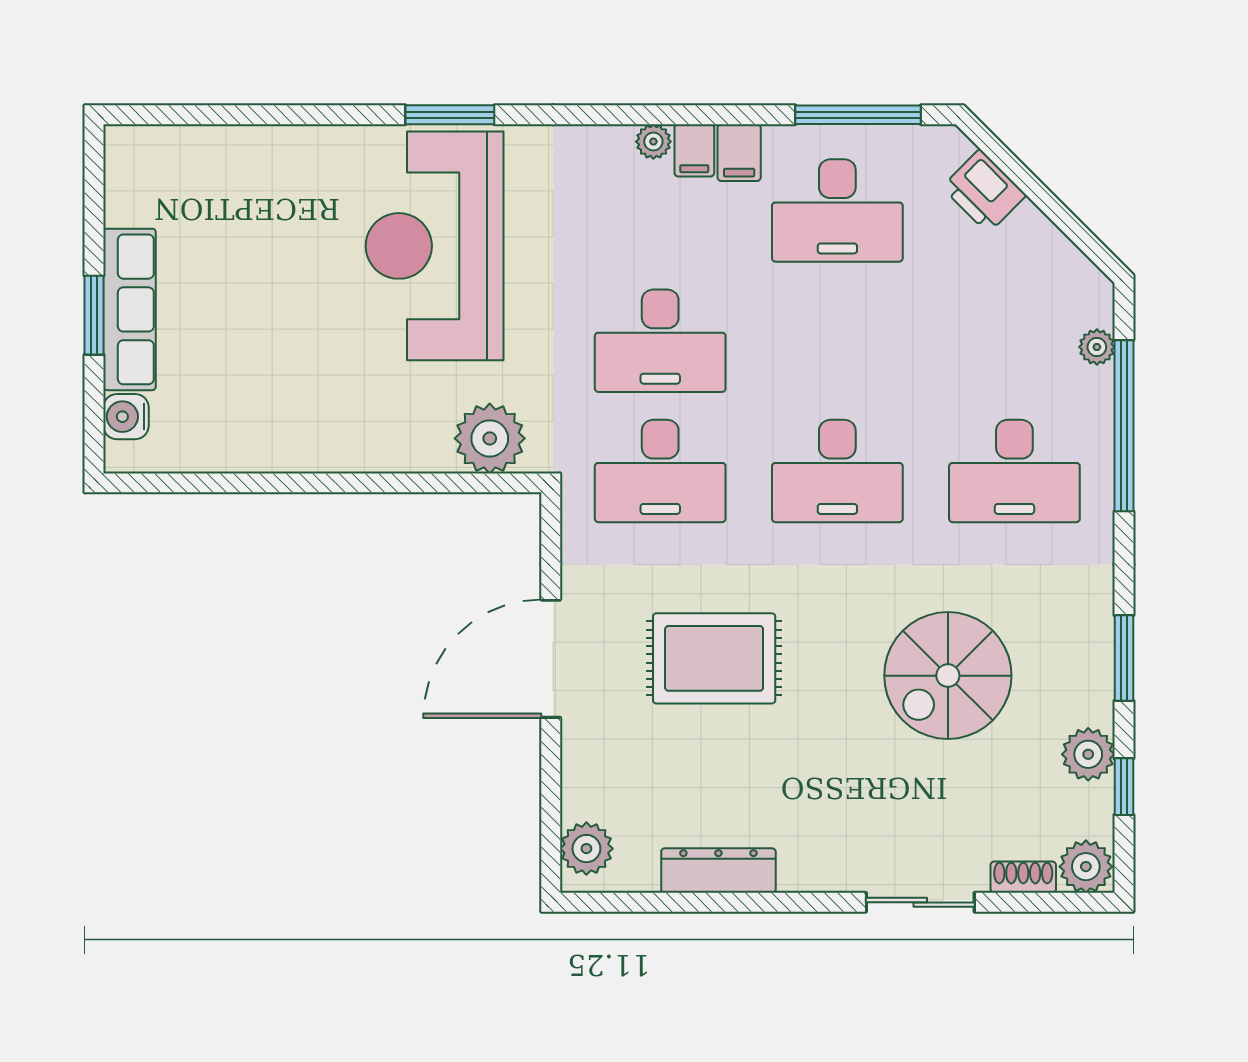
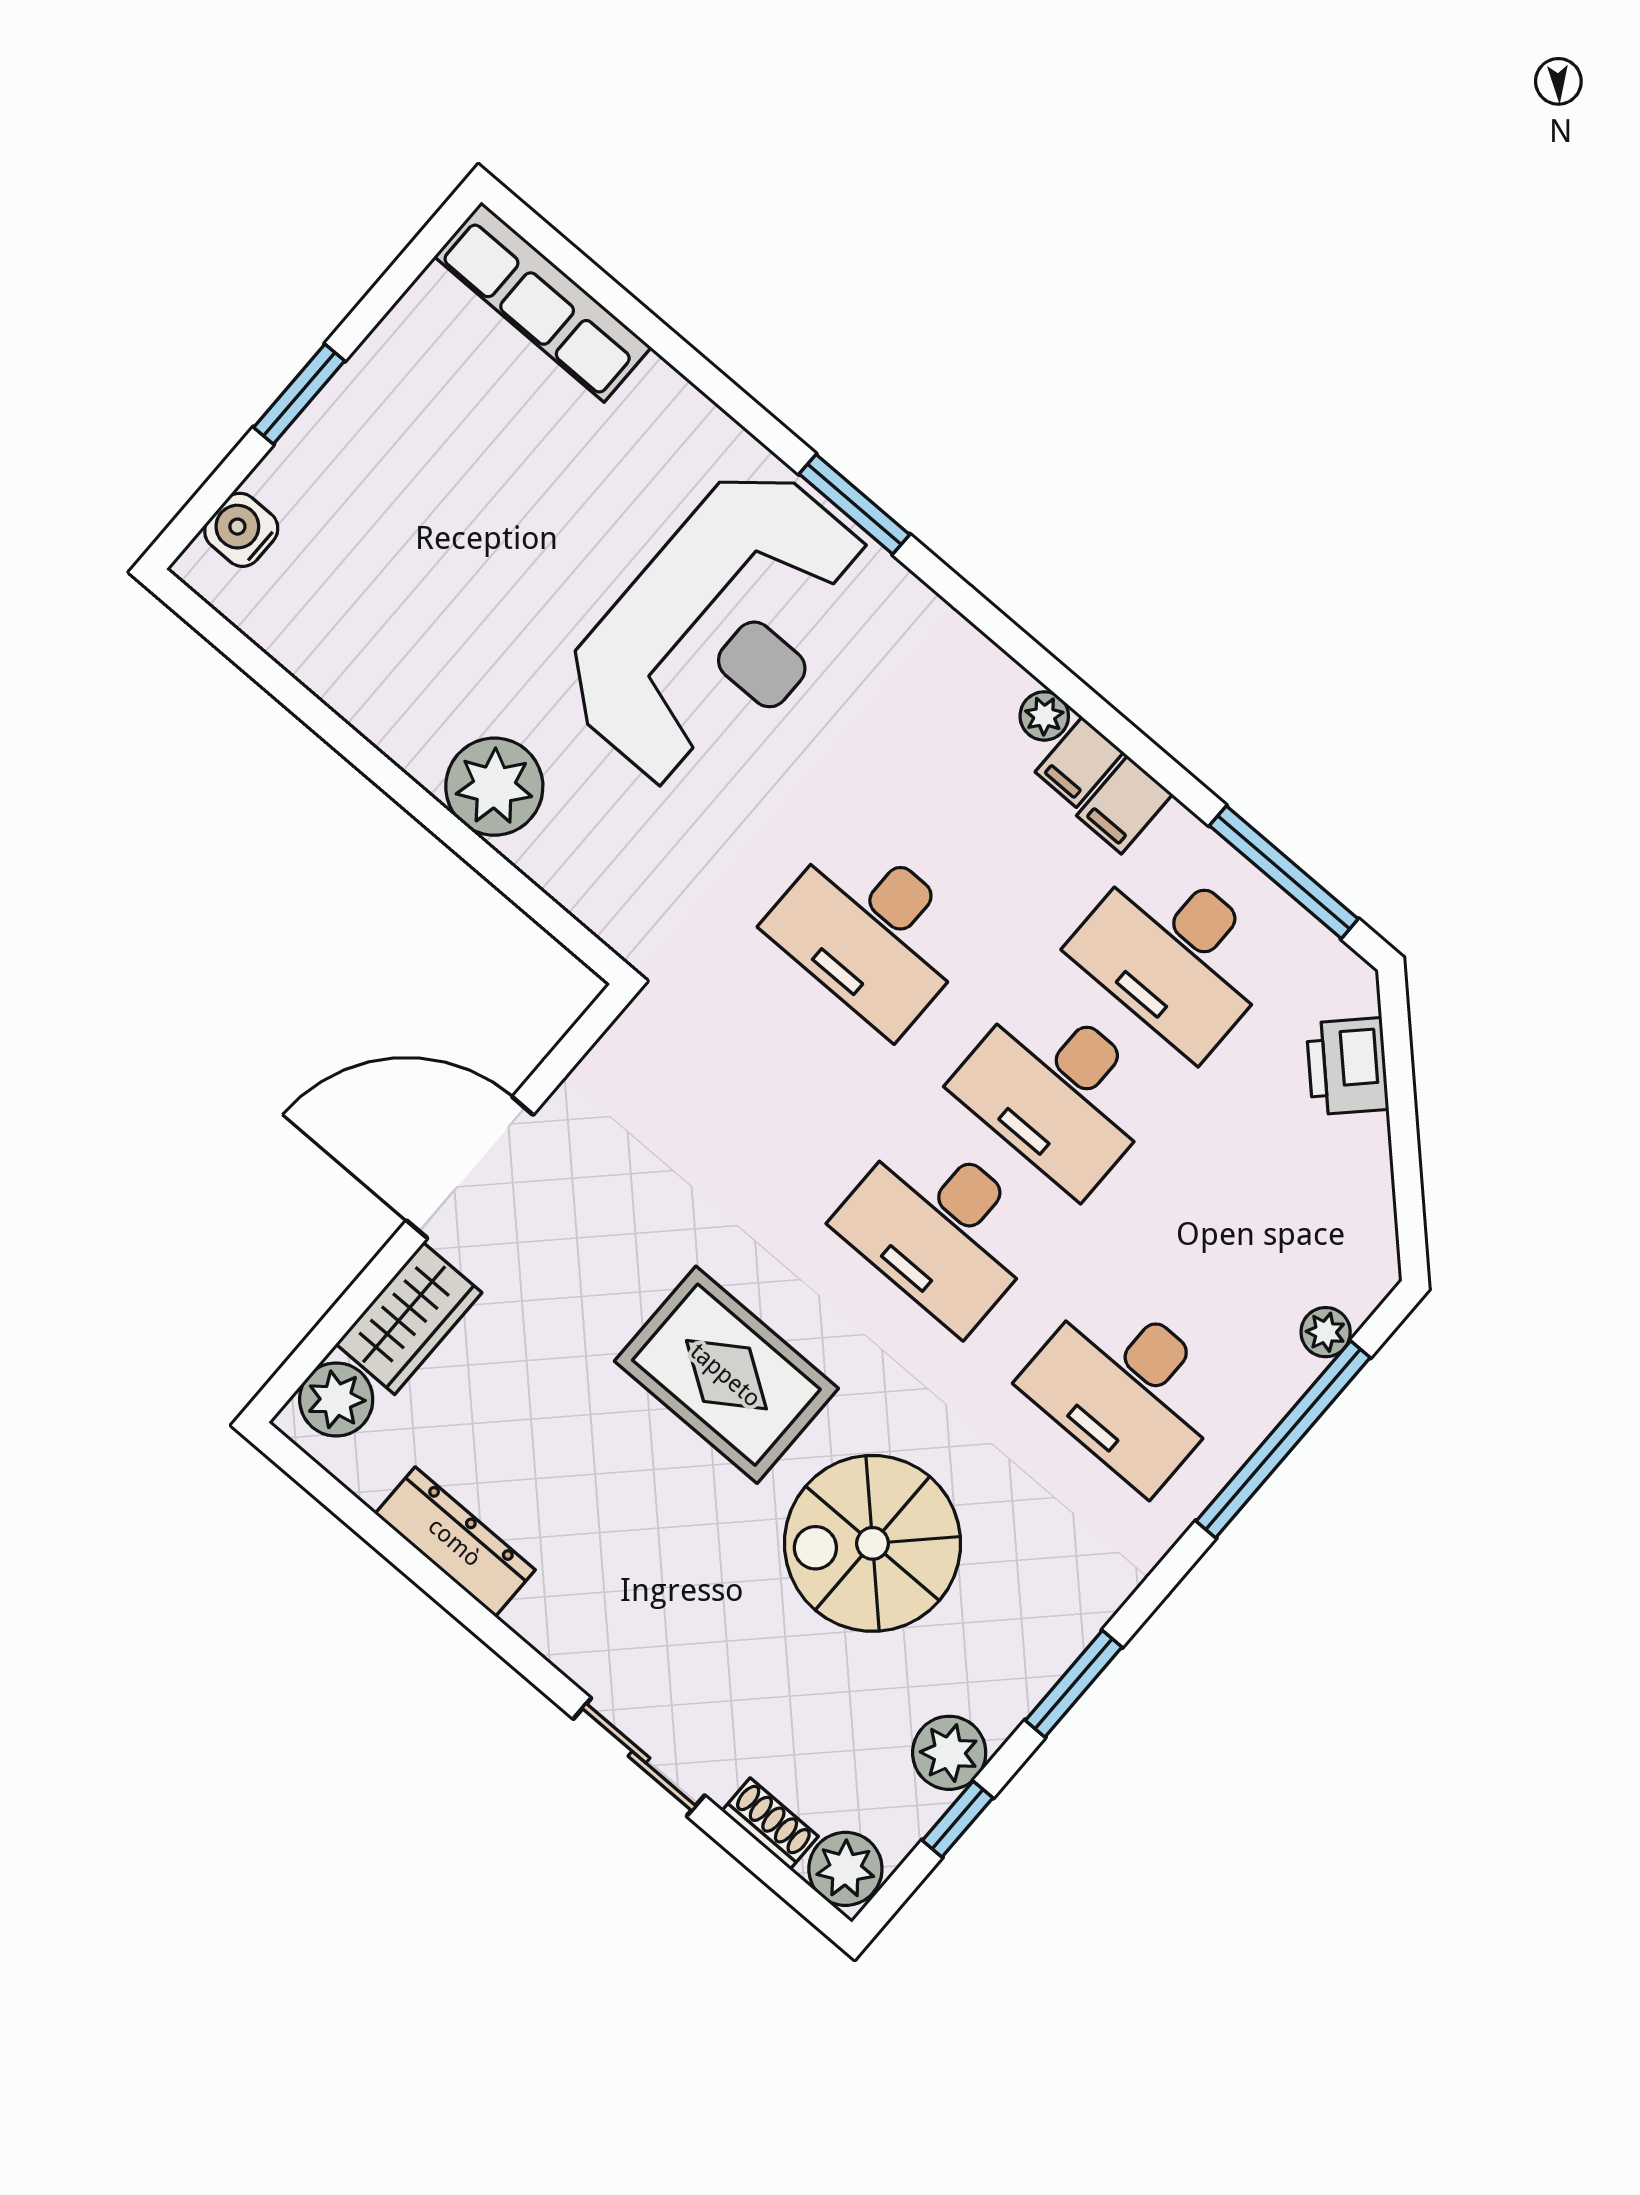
reception desk: (435, 246) -> (720, 628), turned 180
row of seats: (130, 309) -> (543, 302), moved, turned 90
plant: (490, 438) -> (494, 787), moved
desk: (660, 471) -> (1058, 1091), moved
rug: (714, 658) -> (726, 1375), moved
wardrobe: (588, 770) -> (409, 1318), added

